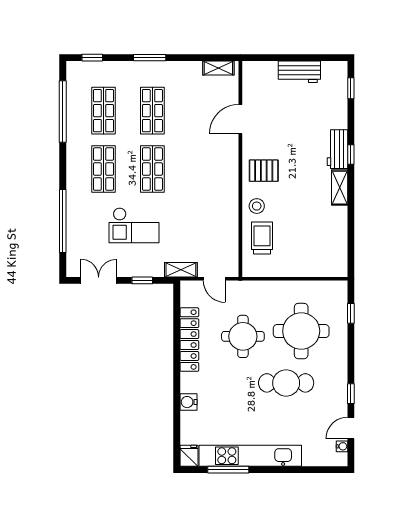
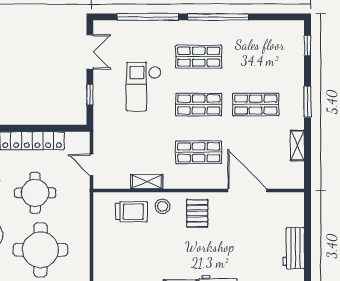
shelving: (218, 68) -> (297, 145), moved
shop shelf: (103, 111) -> (199, 152), moved
window: (63, 112) -> (218, 17), moved
door: (240, 119) -> (247, 190), width x1.36
shelving: (181, 270) -> (147, 182), moved, turned 90
door: (214, 279) -> (92, 165), hinge flipped

